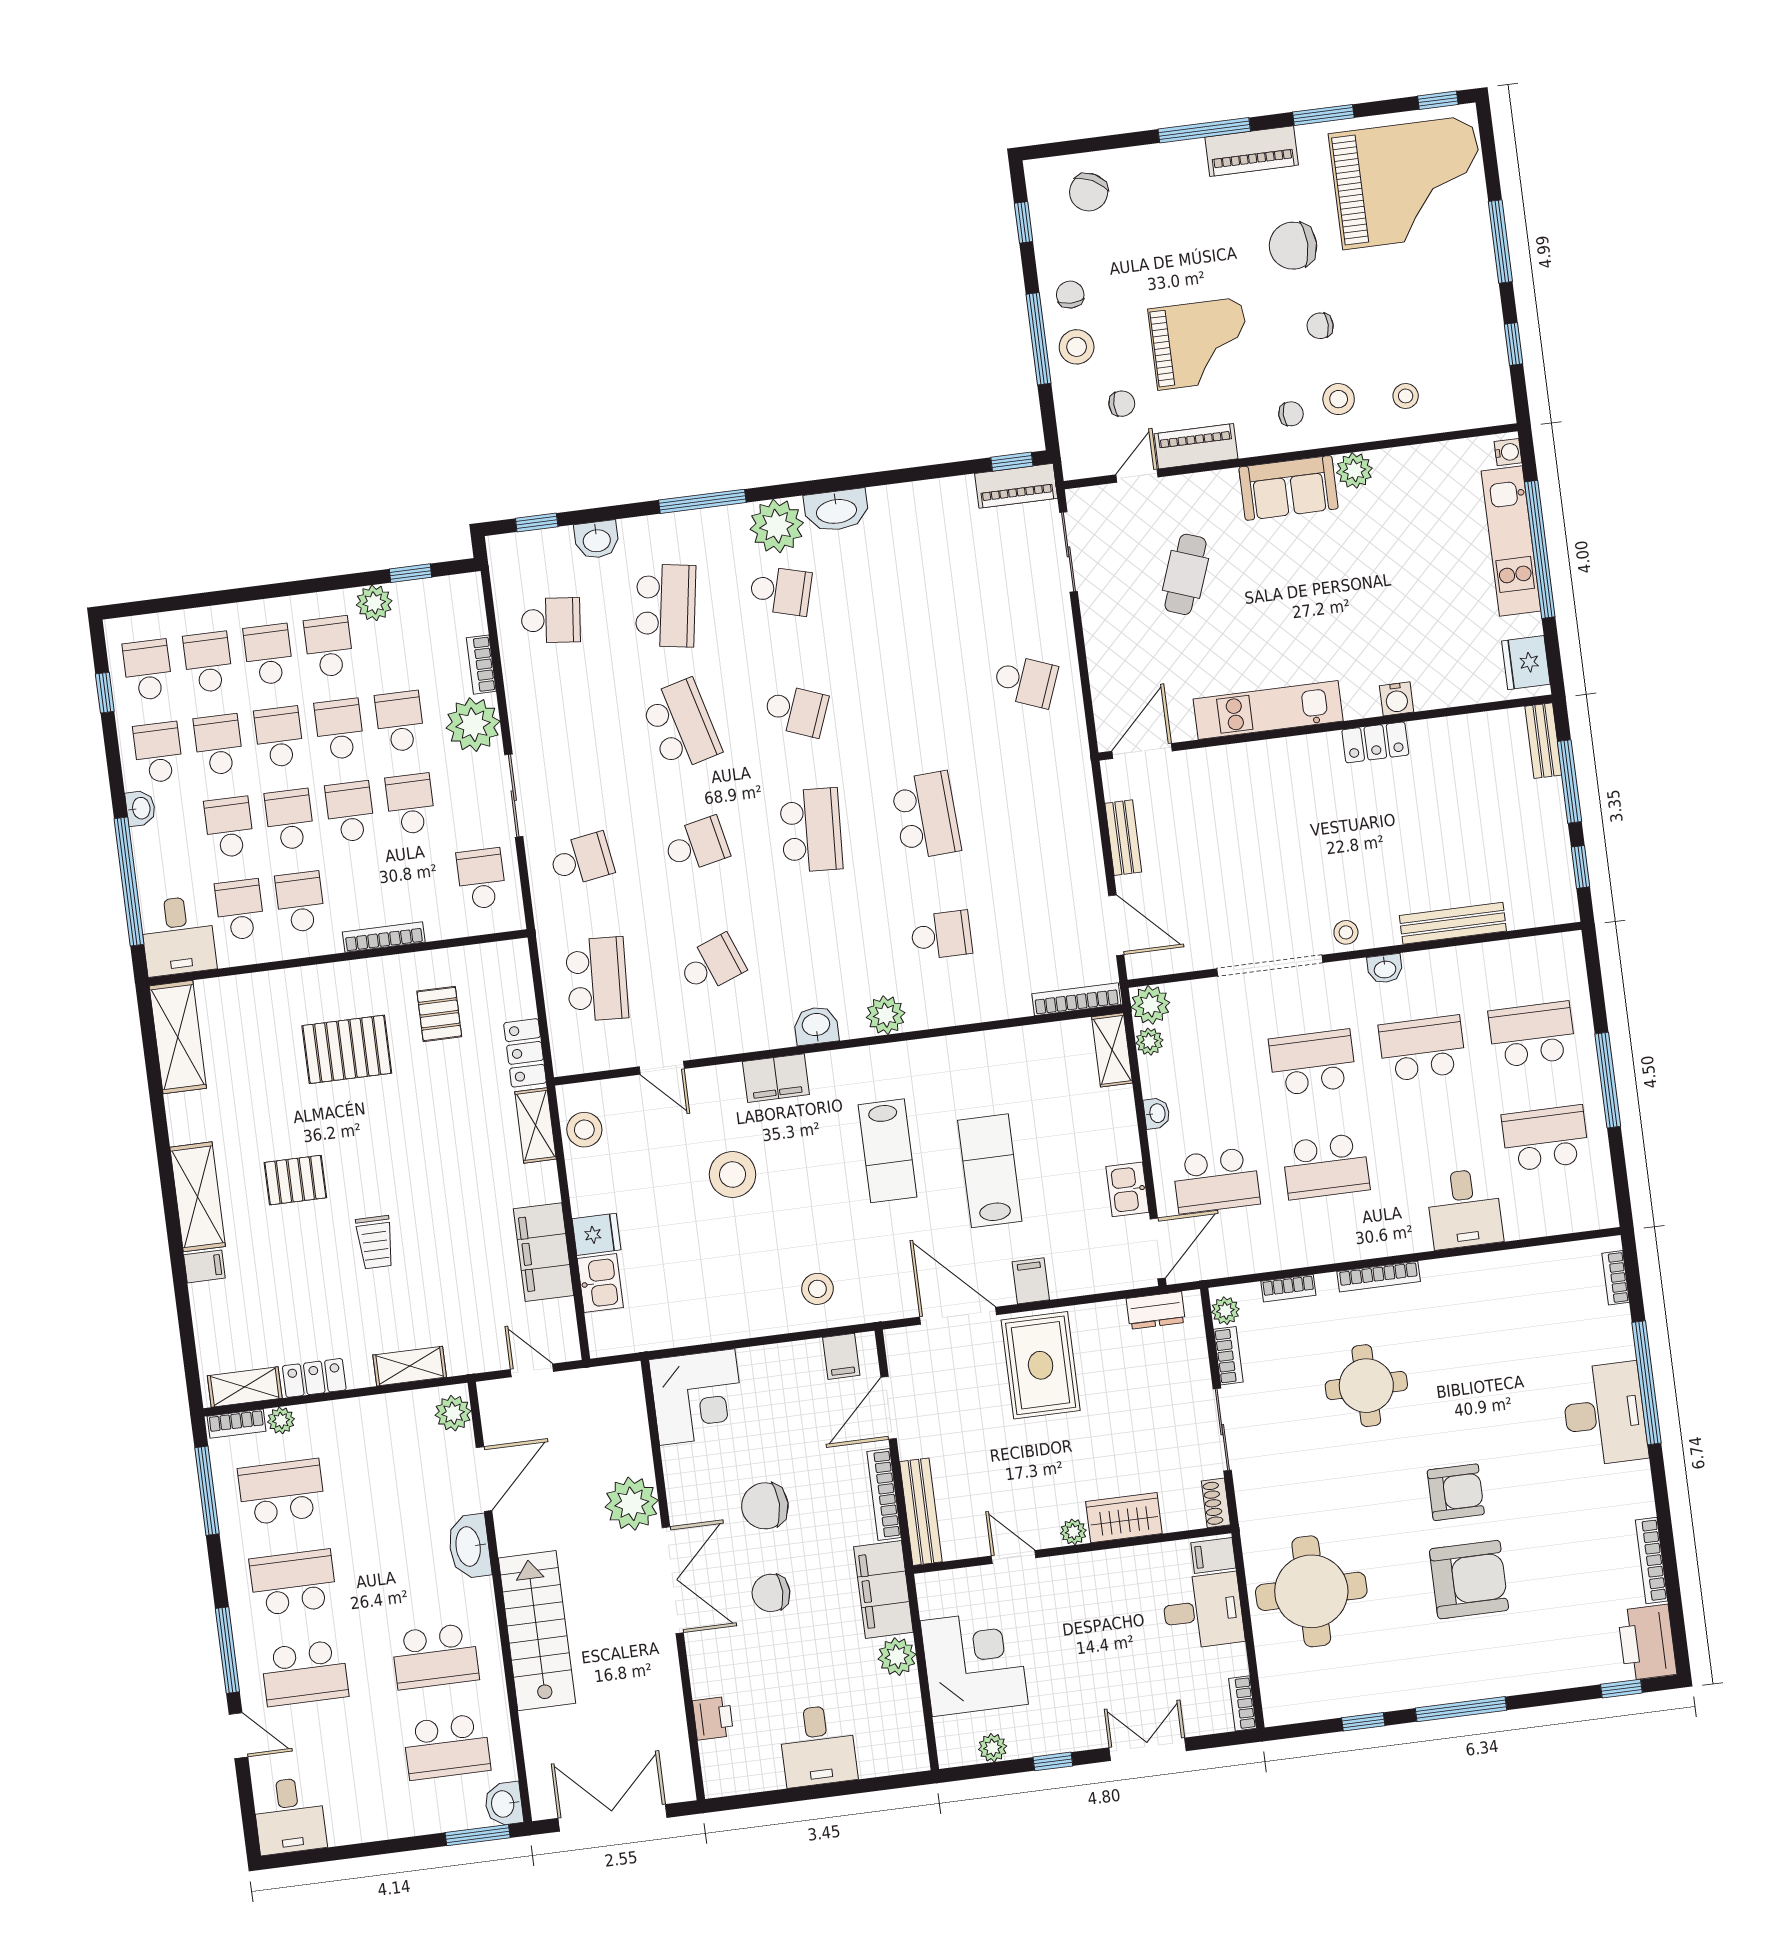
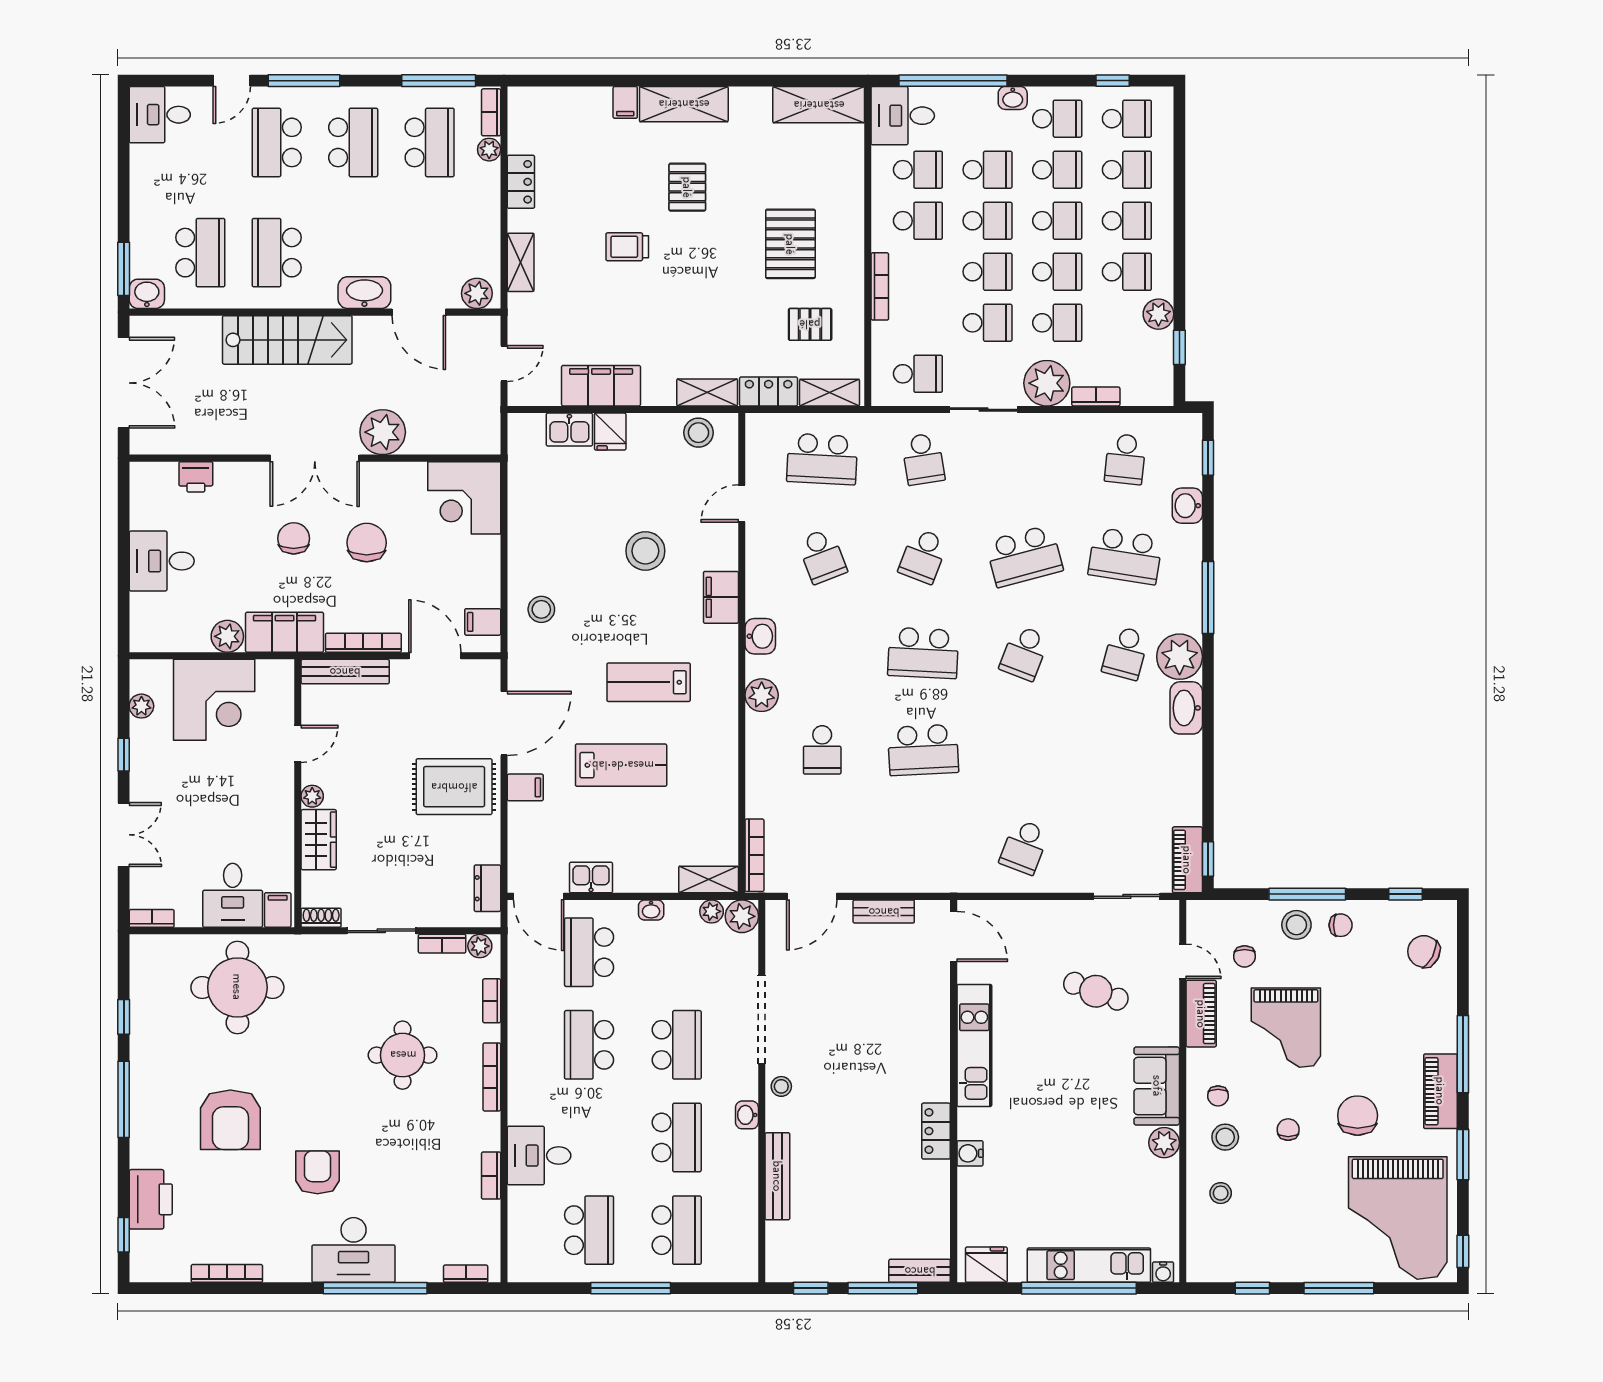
school desk: (696, 845) -> (923, 556), turned 33
bookcase: (1495, 1262) -> (491, 1176), added
shelving: (245, 1387) -> (830, 393), moved, turned 90
armchair: (1456, 1492) -> (317, 1172), moved, turned 180
printer: (1647, 1642) -> (151, 1199), moved, turned 90
school desk: (447, 1747) -> (200, 253), turned 180

